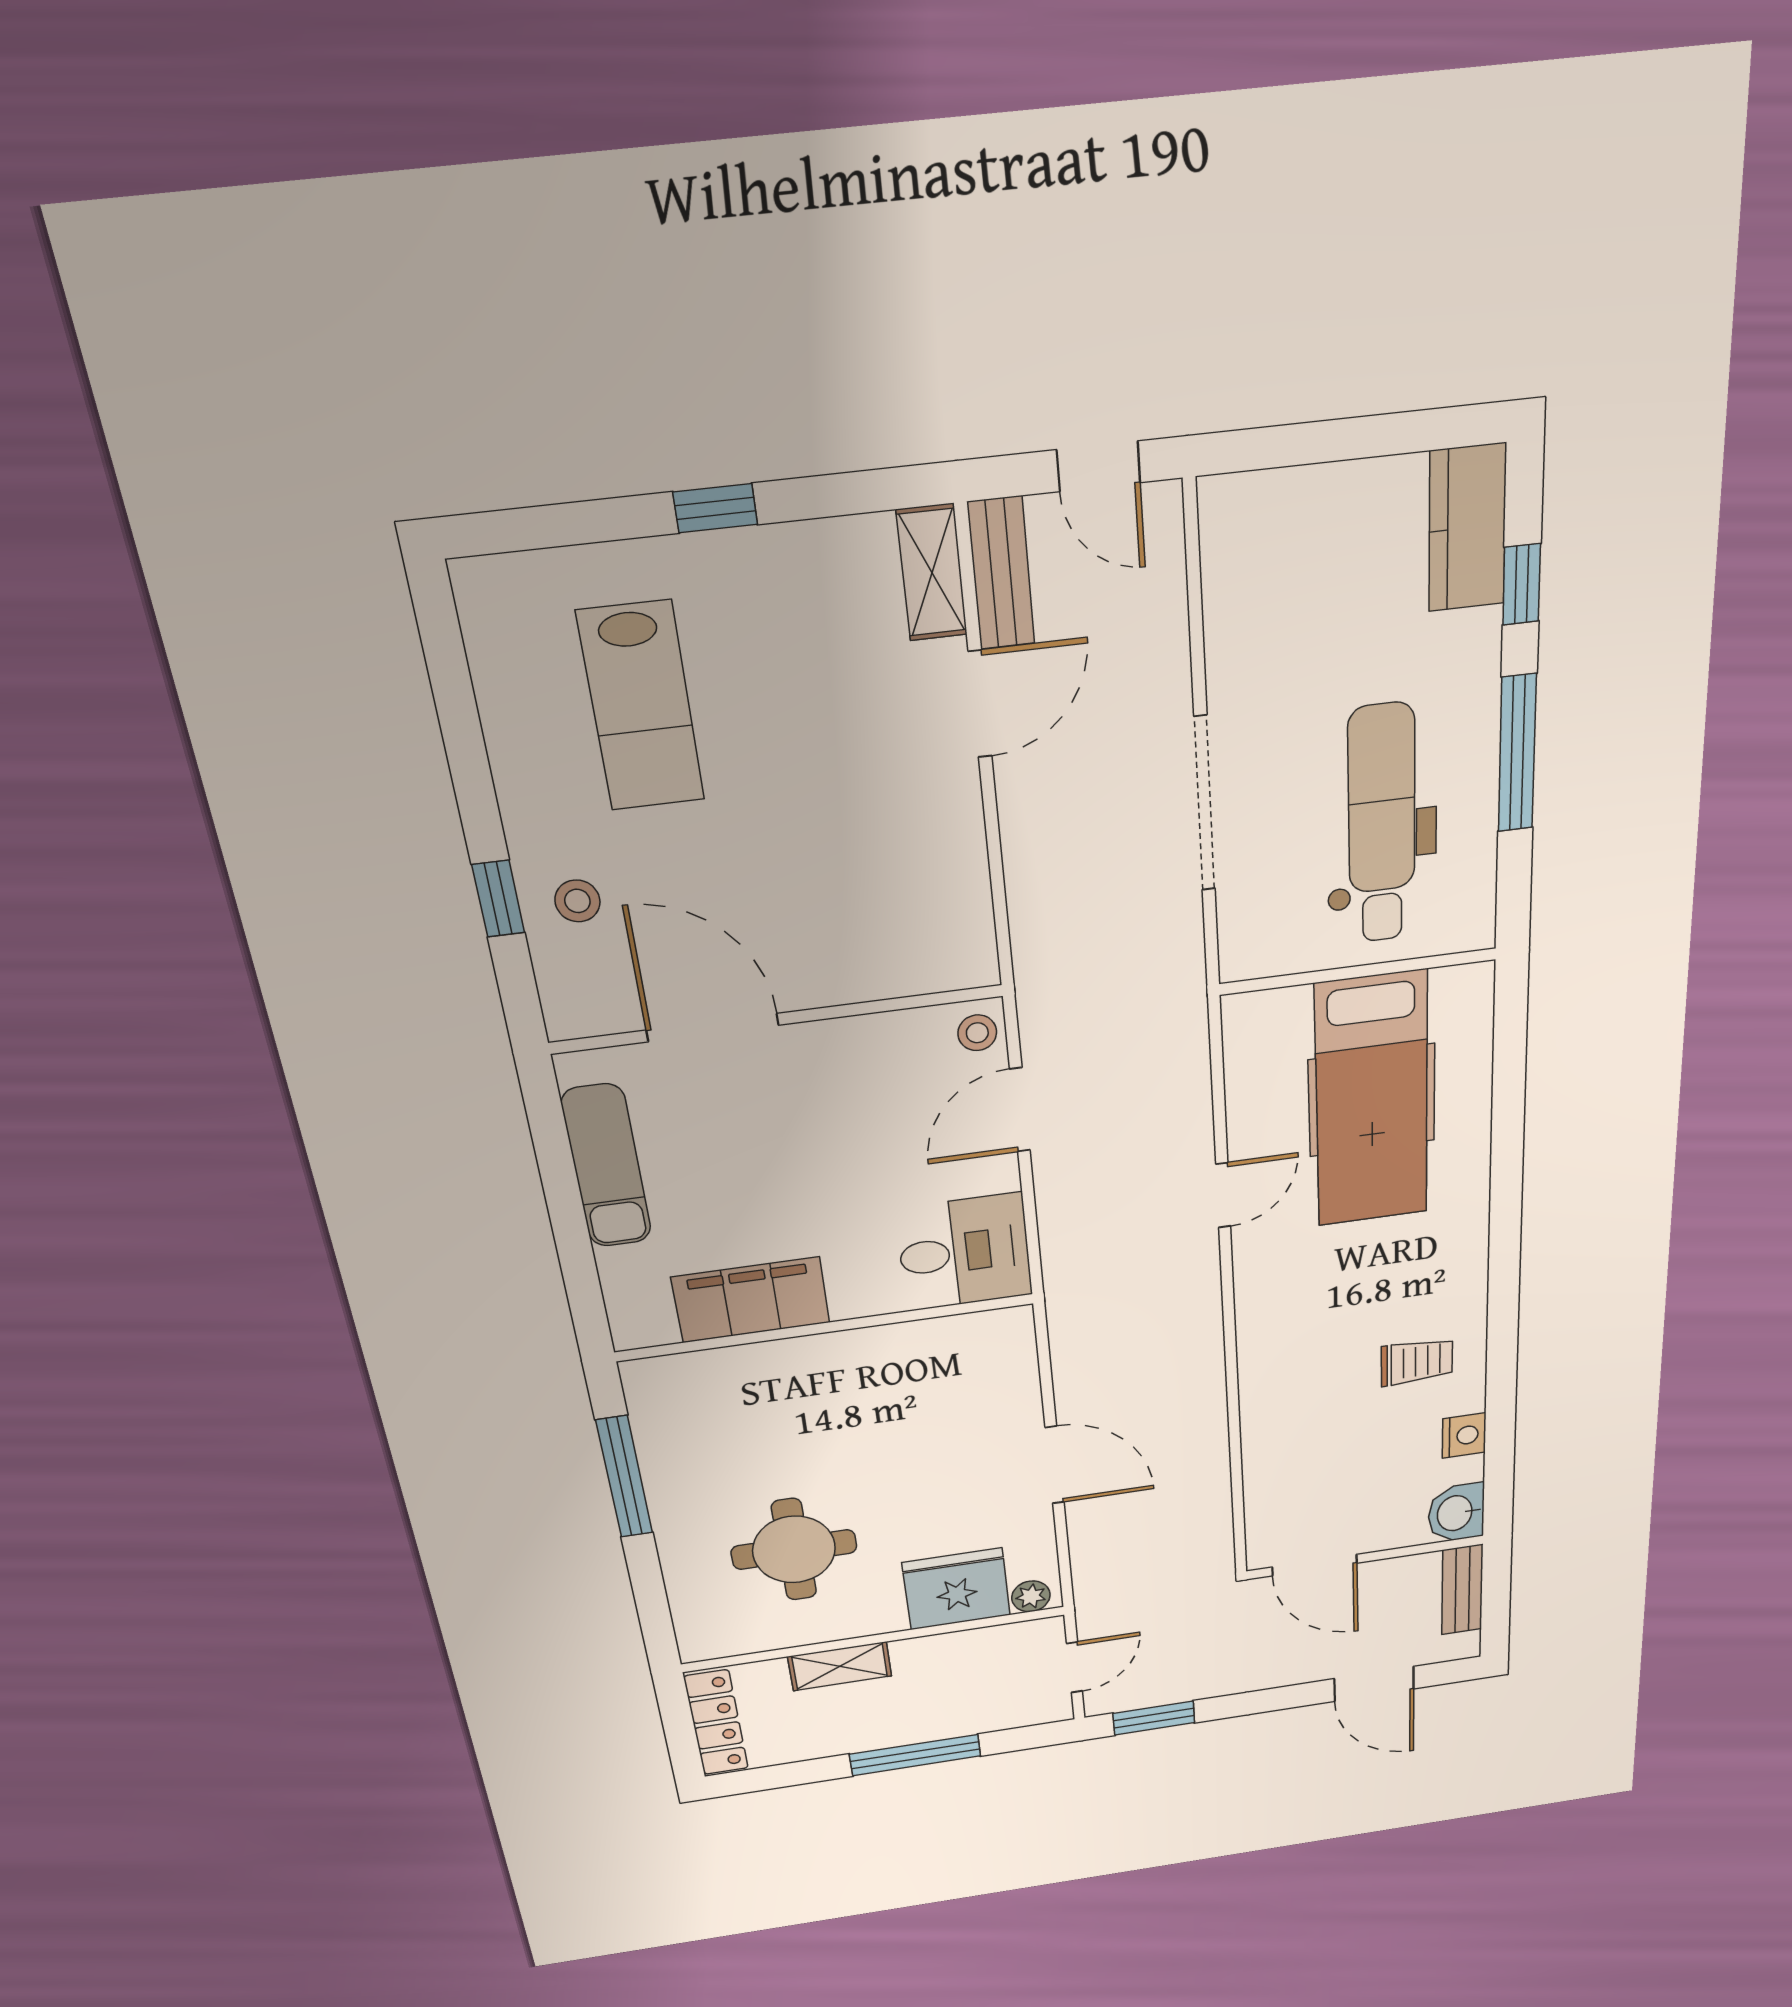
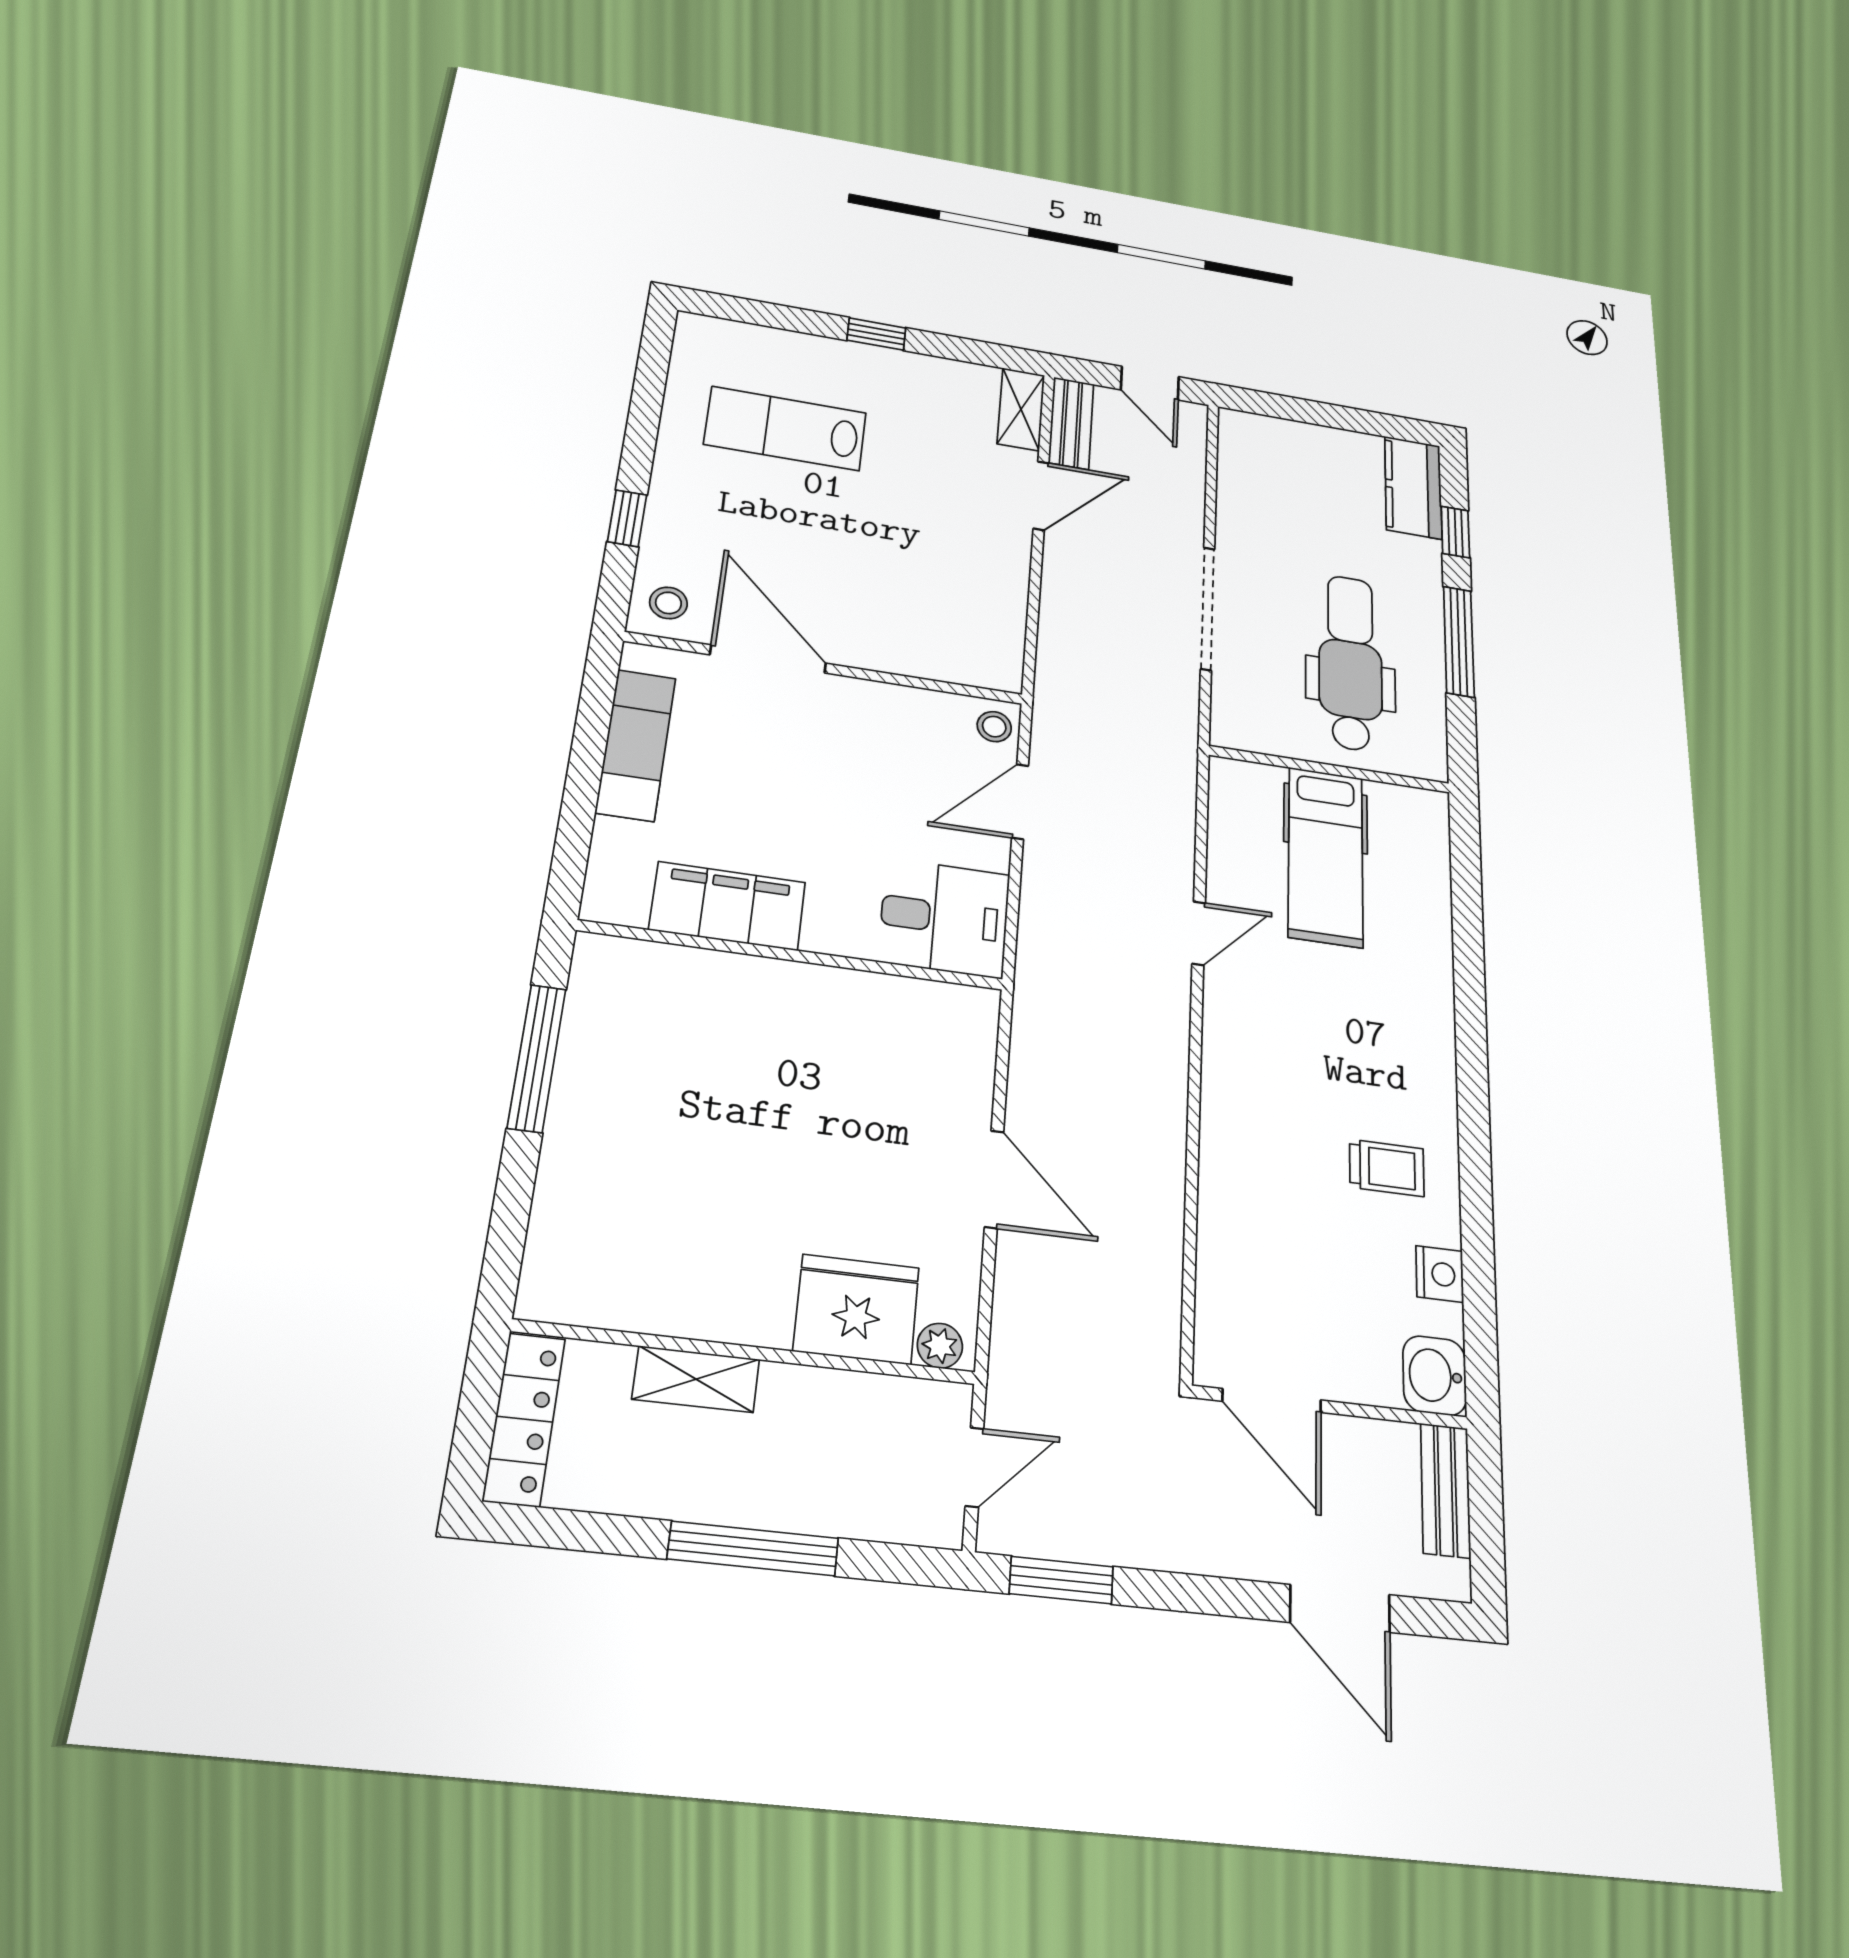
lab bench: (641, 707) -> (785, 428), turned 90
stool: (577, 901) -> (668, 603), moved
hospital bed: (1372, 1100) -> (1326, 856), width x0.73, depth x0.78
round table: (794, 1550) -> (688, 1201), removed

